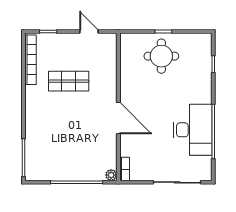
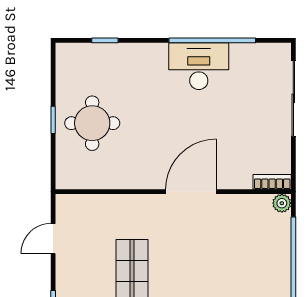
desk: (193, 130) -> (199, 66), width x0.73, depth x0.77

